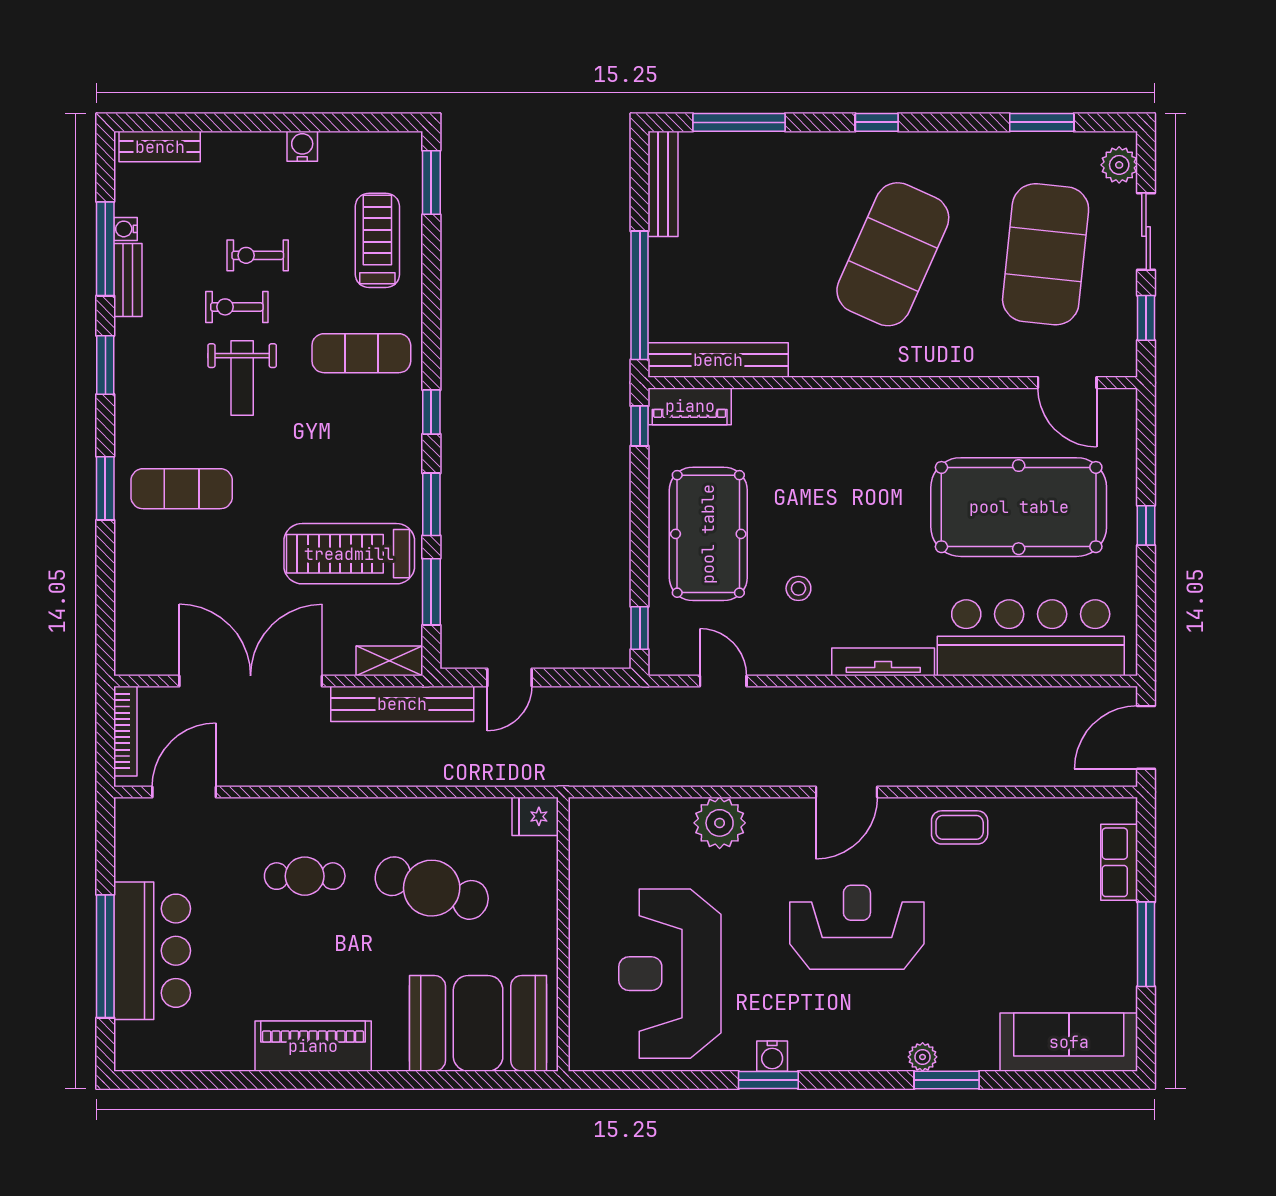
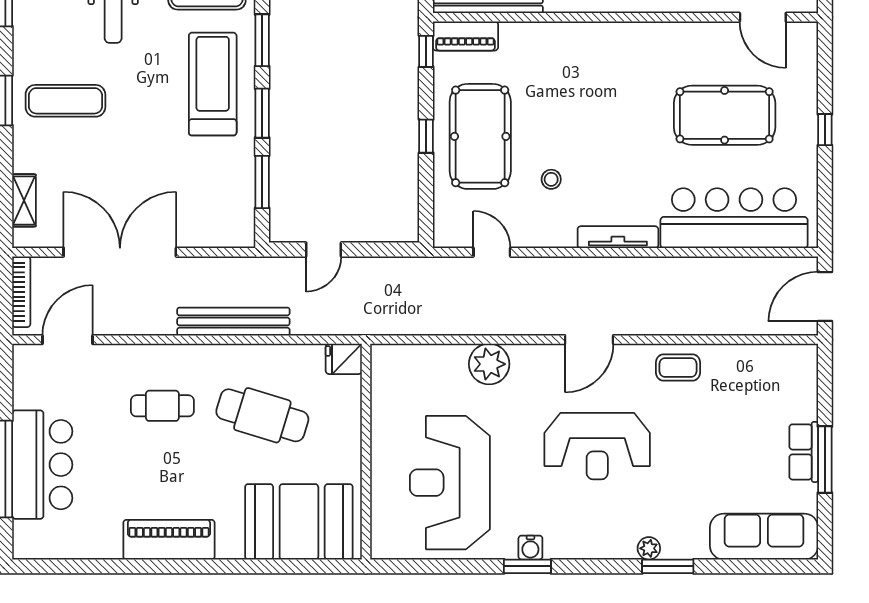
window: (431, 412) -> (262, 40), width x1.50
pool table: (1019, 507) -> (725, 115), width x0.73, depth x0.76
treadmill: (349, 554) -> (213, 84), moved, turned 90
window: (640, 628) -> (426, 136), moved
shelving: (389, 661) -> (24, 200), moved, turned 90
bench: (402, 704) -> (233, 322), moved
row of seats: (1119, 862) -> (804, 452), moved
reception desk: (857, 927) -> (597, 446), turned 180

